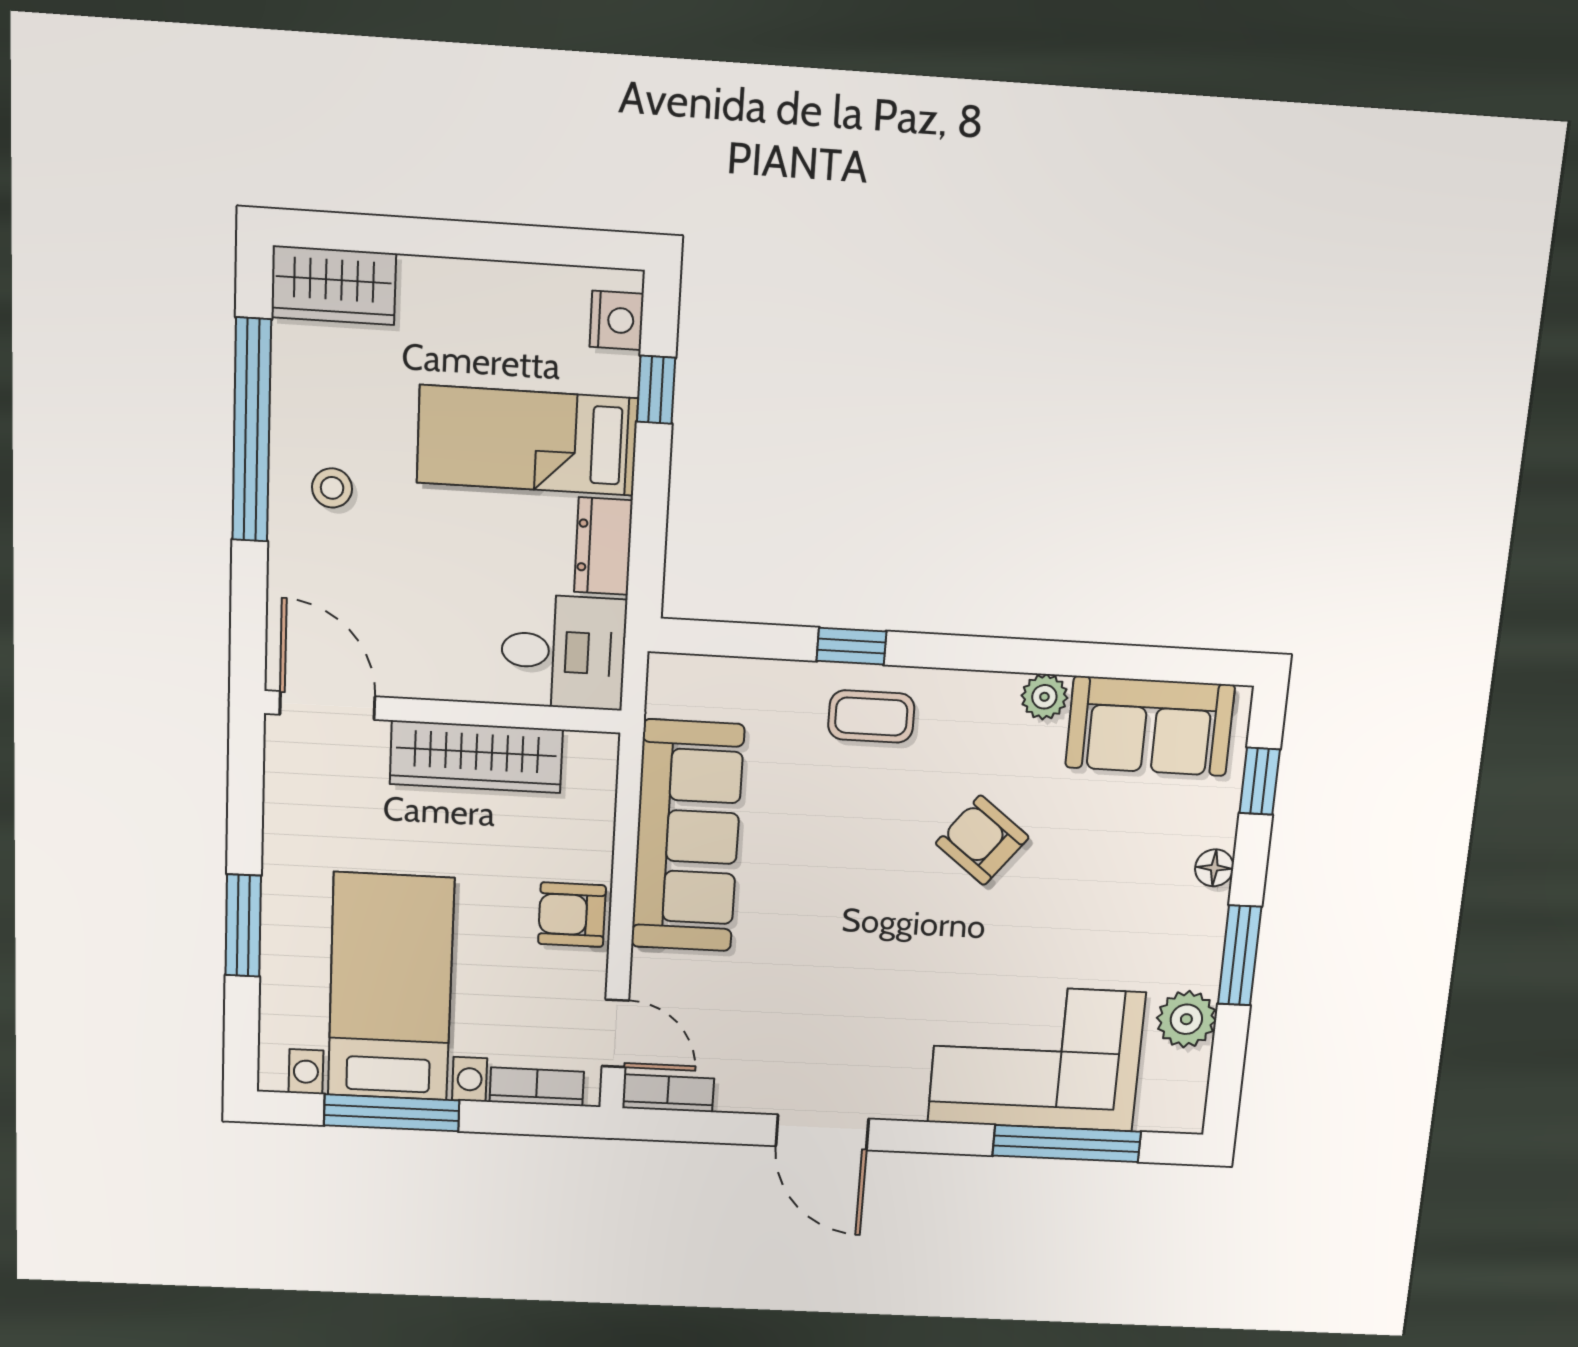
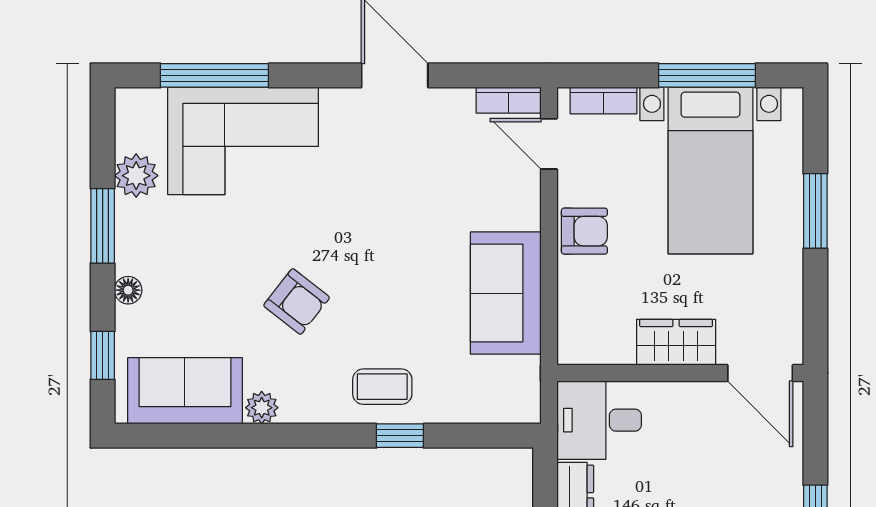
wardrobe: (476, 757) -> (676, 342), width x0.67
sofa: (687, 836) -> (506, 293), width x0.73

